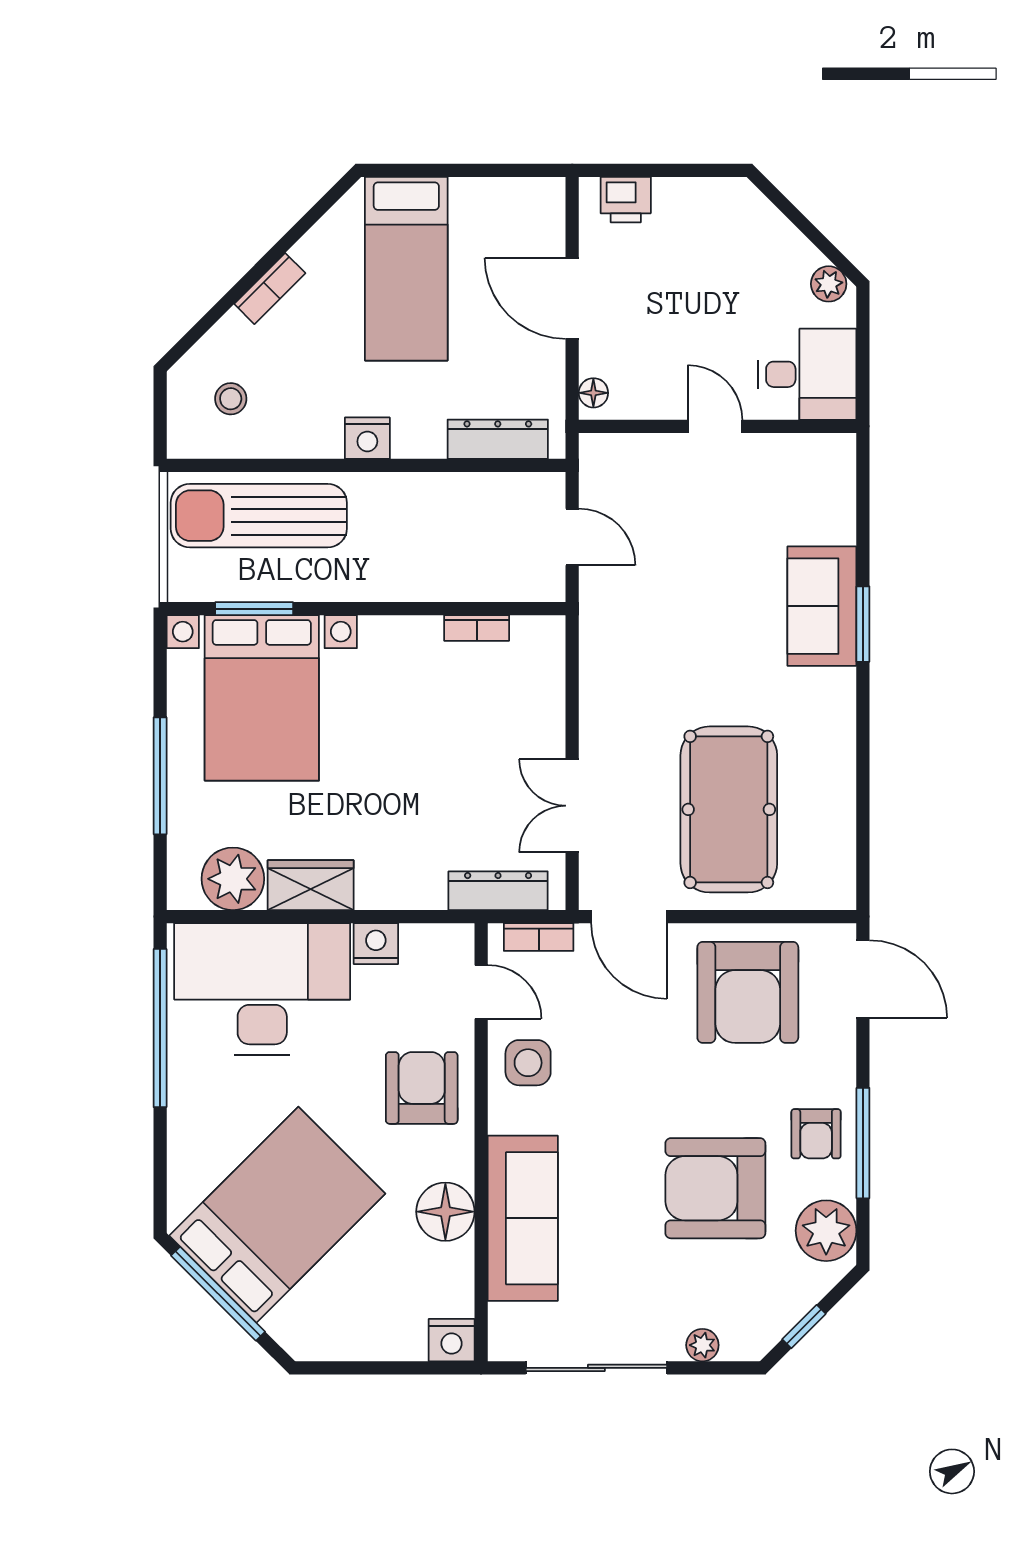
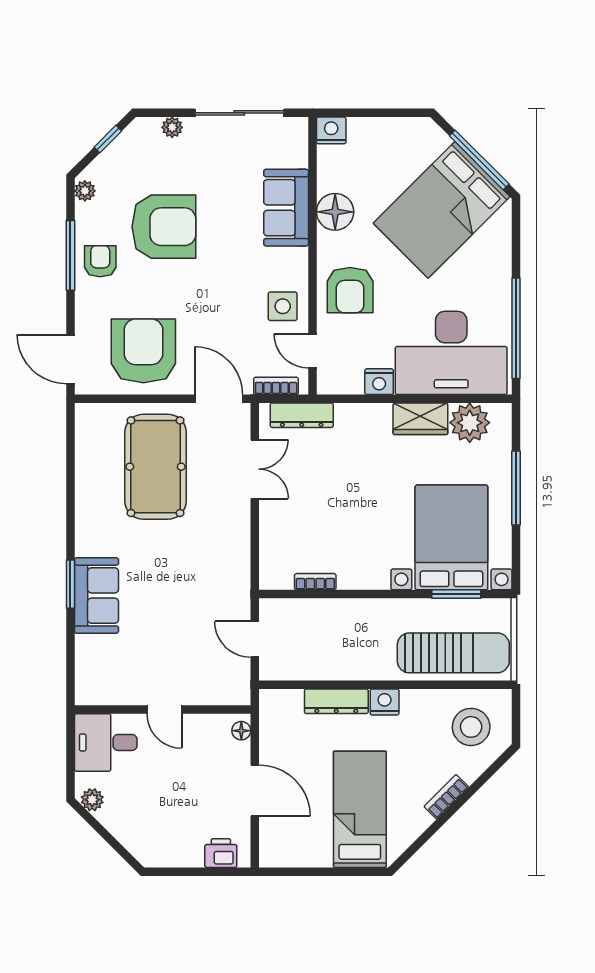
stool: (231, 399) -> (471, 727), width x1.89, depth x1.89
dresser: (498, 439) -> (336, 701), moved
sofa: (523, 1218) -> (286, 208), width x0.73
plant: (826, 1231) -> (85, 191), width x0.53, depth x0.53

